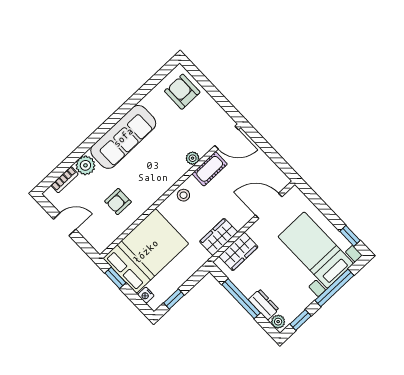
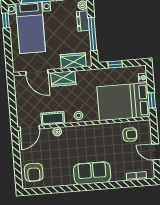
sofa: (123, 137) -> (92, 173), width x0.73
door: (227, 138) -> (30, 128), swing flipped
plant: (85, 165) -> (119, 175), removed
armchair: (118, 202) -> (130, 135), moved
wardrobe: (219, 237) -> (63, 79), moved
window: (174, 299) -> (115, 64), moved

